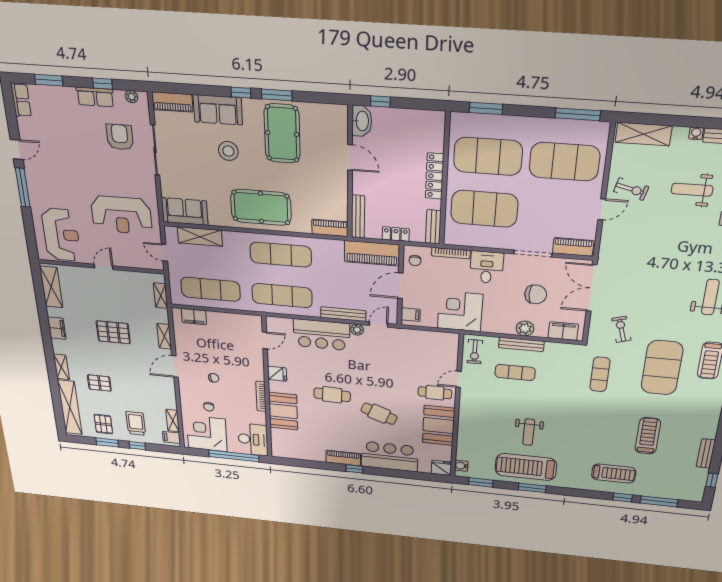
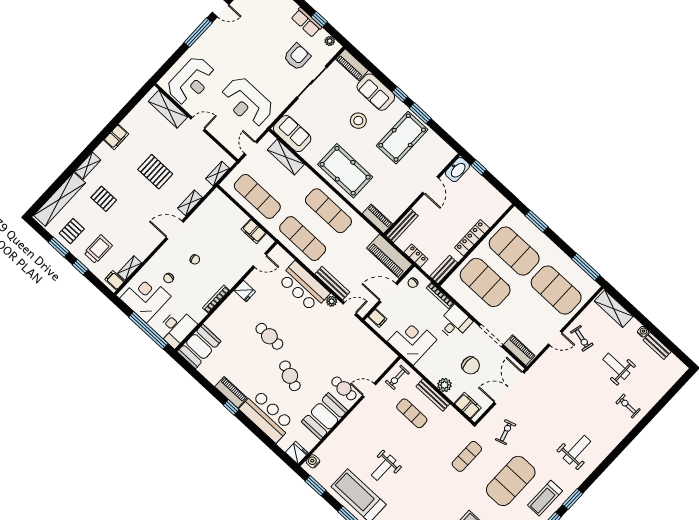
shelving: (51, 287) -> (168, 109), moved, turned 90
filing cabinet: (194, 317) -> (254, 231), moved
booth: (283, 411) -> (199, 346), moved

